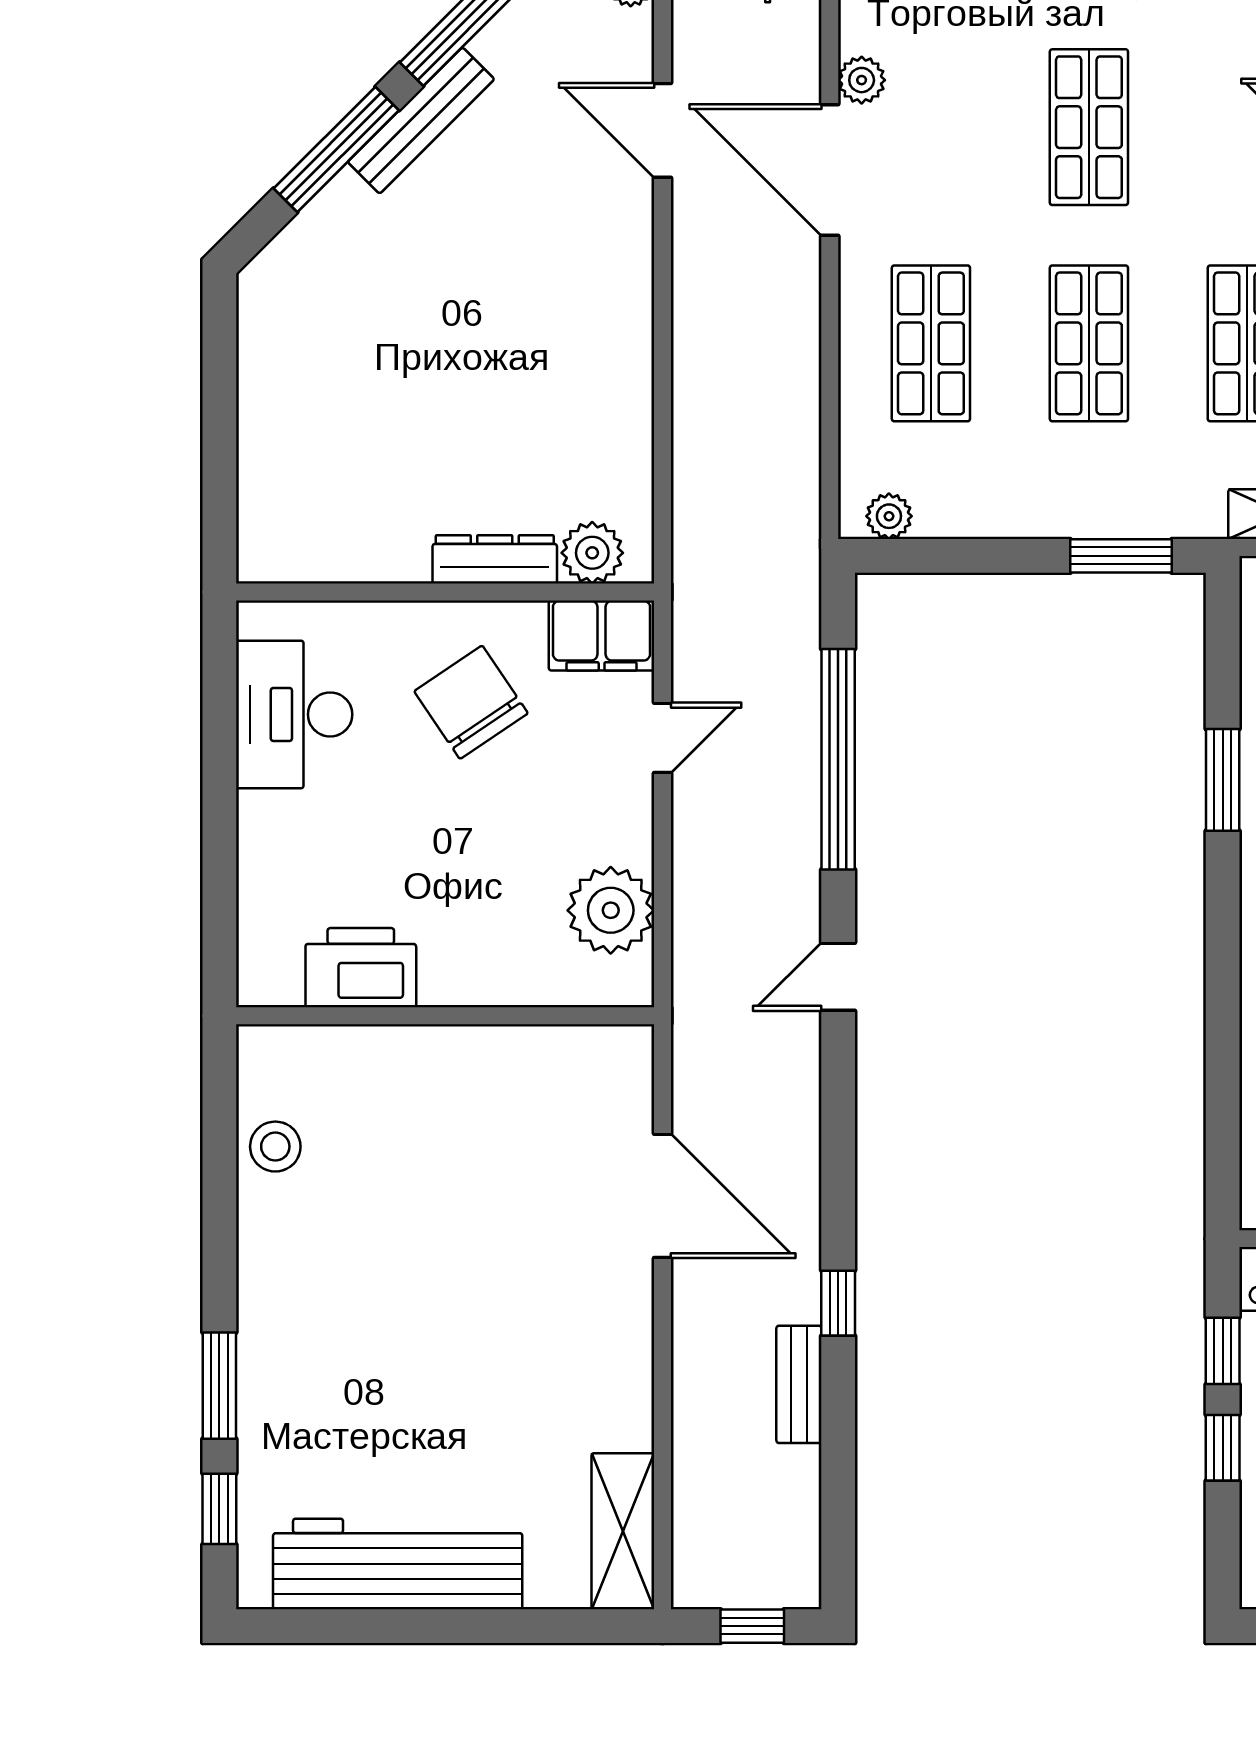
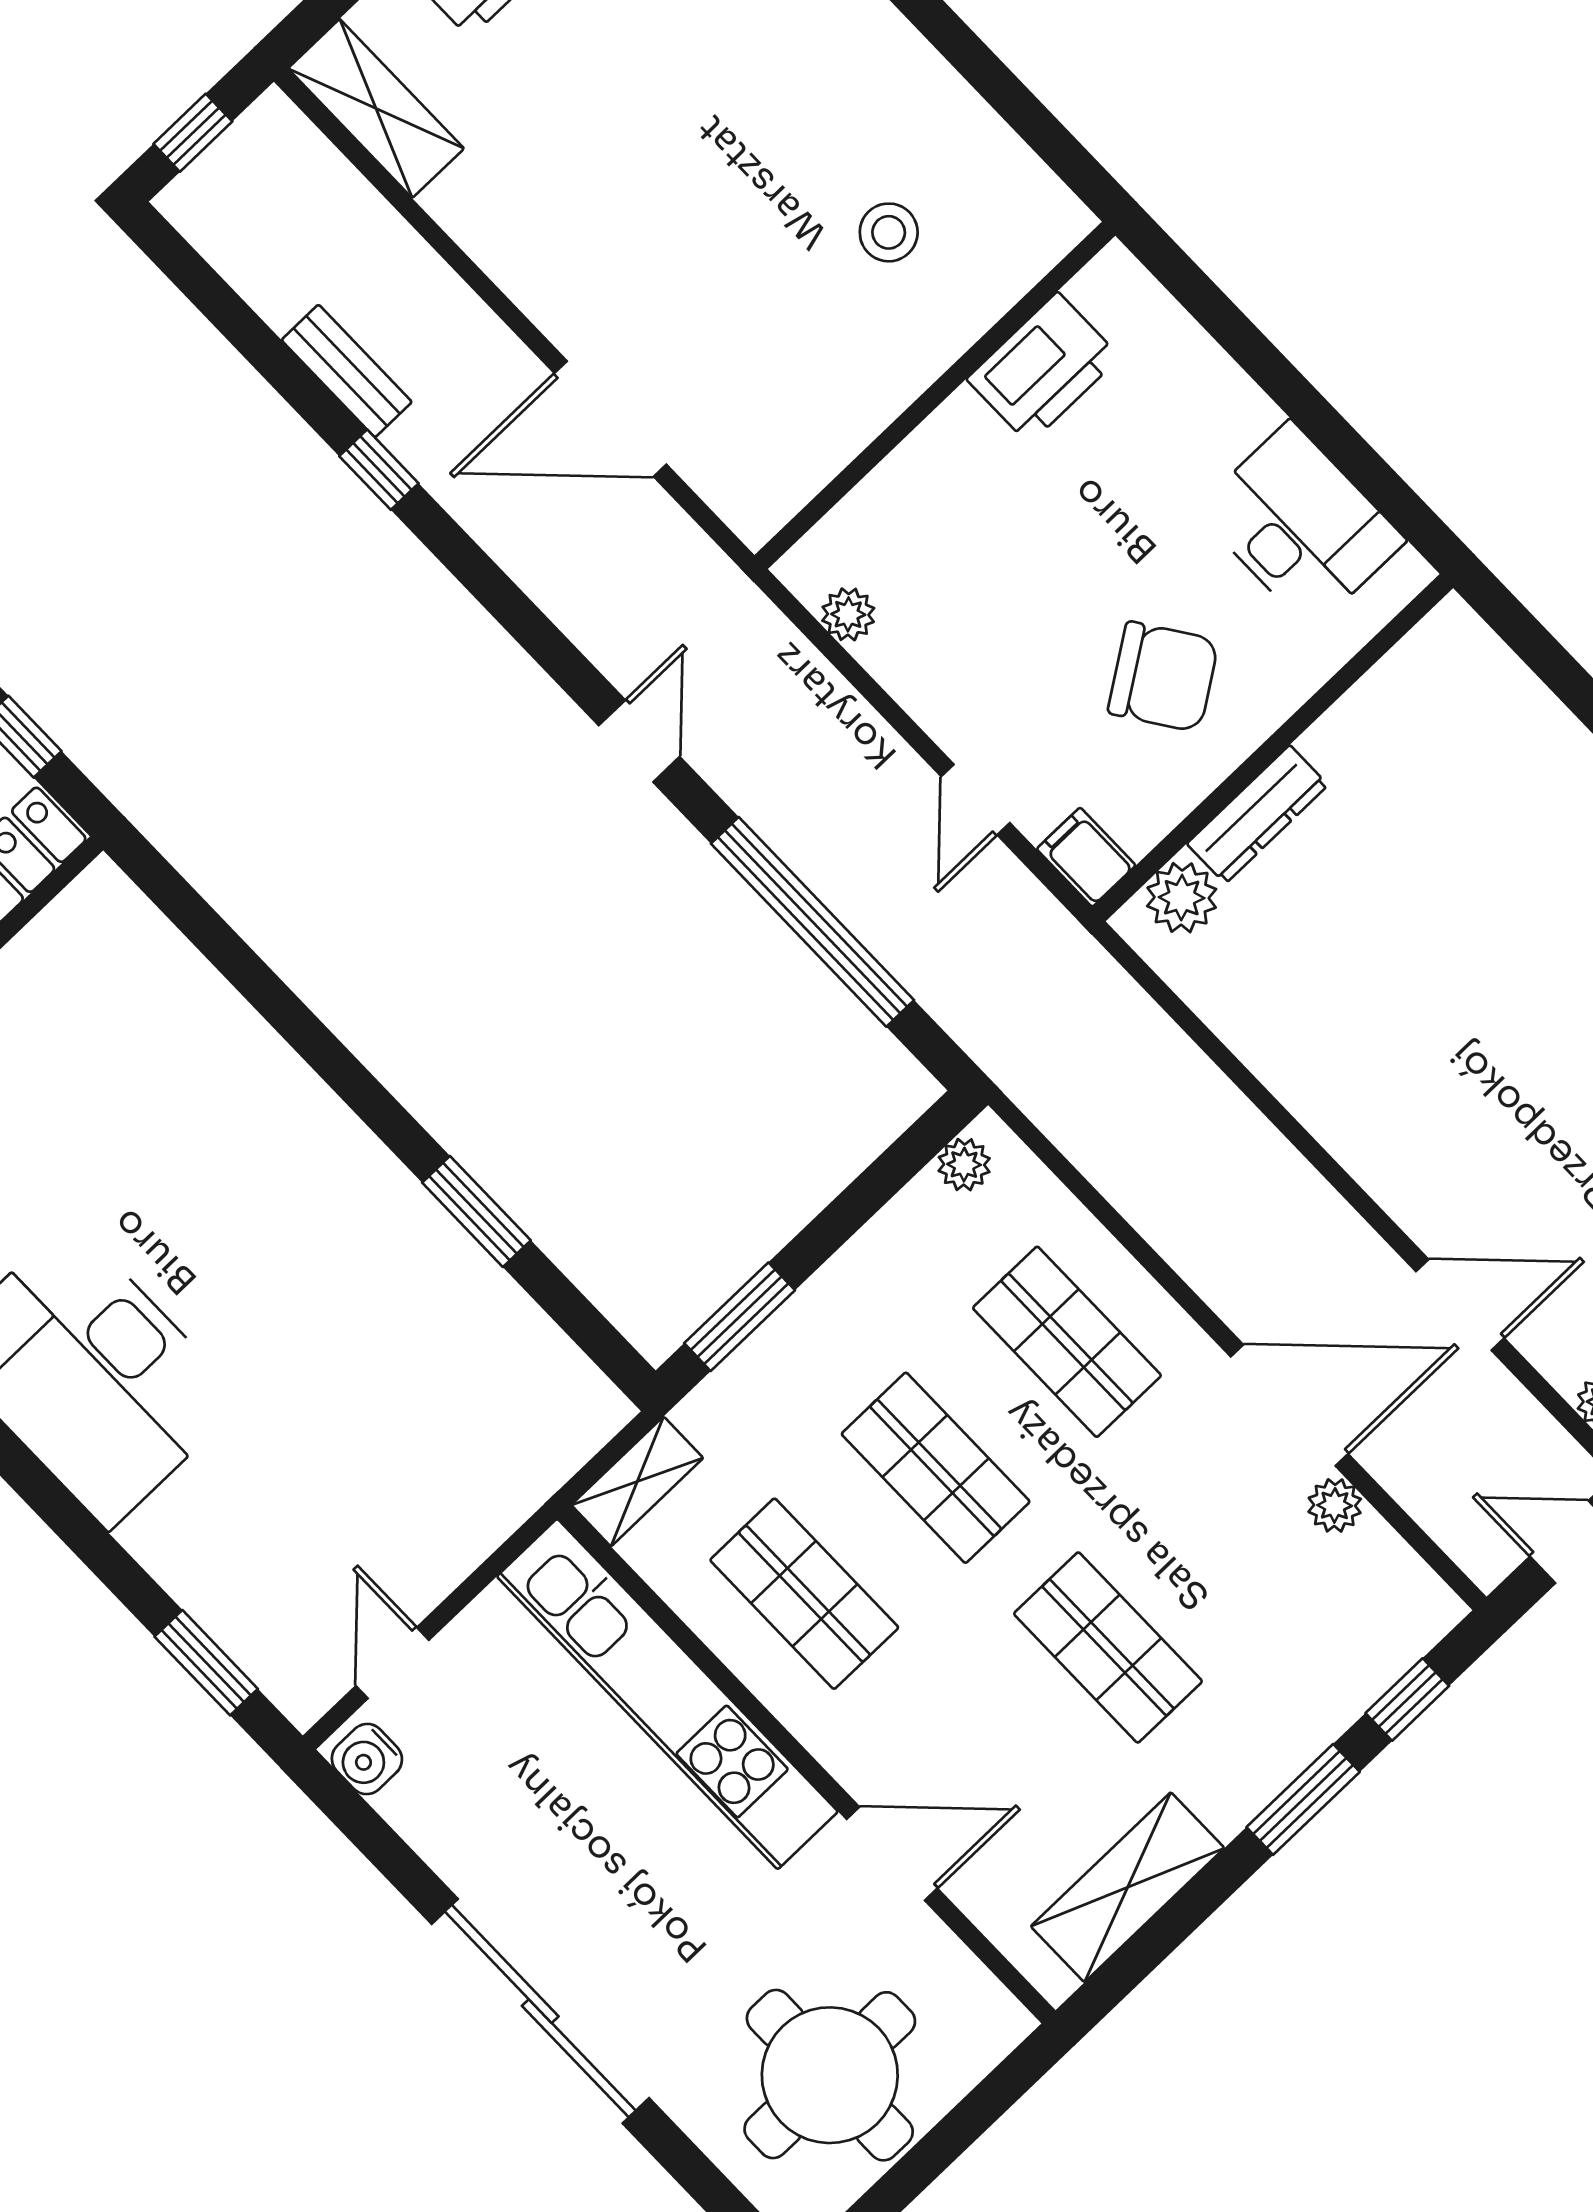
filing cabinet: (602, 635) -> (1086, 857), width x0.50
plant: (611, 910) -> (848, 614), width x0.53, depth x0.53
stool: (275, 1147) -> (889, 232), moved

